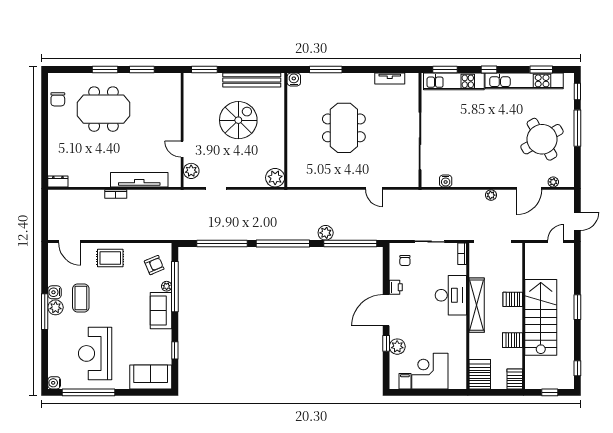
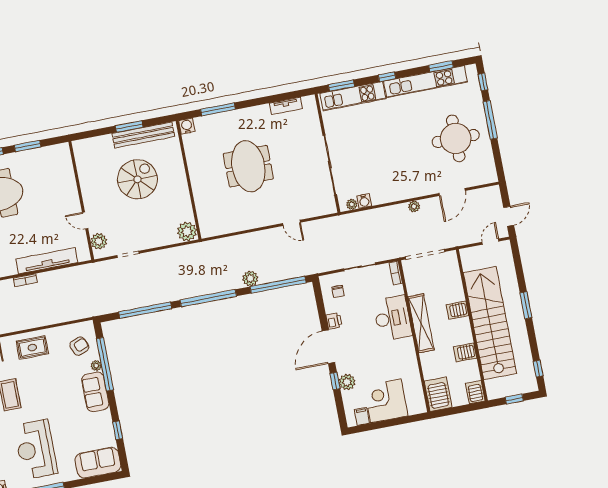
window: (204, 69) -> (129, 126), moved
round table: (542, 139) -> (456, 138), turned 30
plant: (553, 182) -> (352, 204), moved
stairs: (541, 317) -> (490, 323), width x1.36

